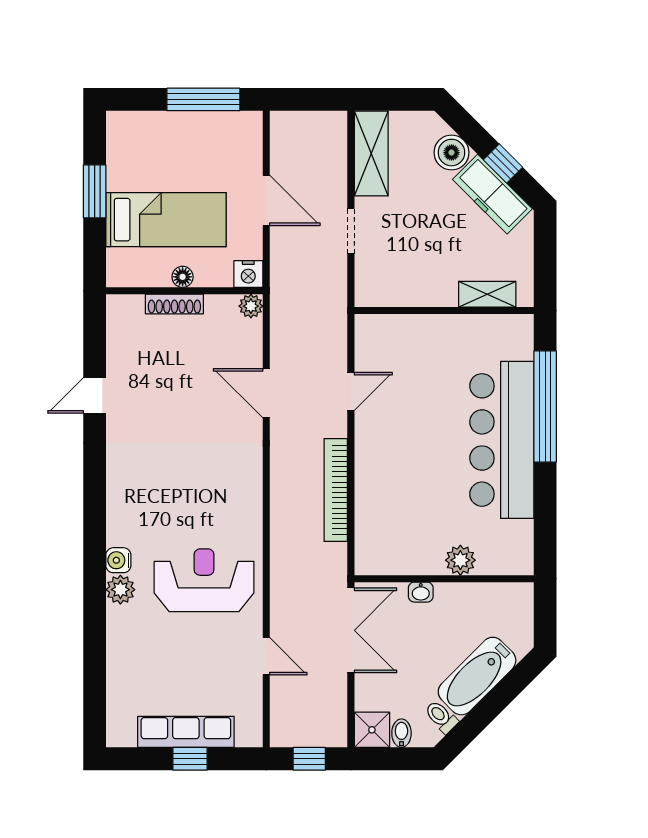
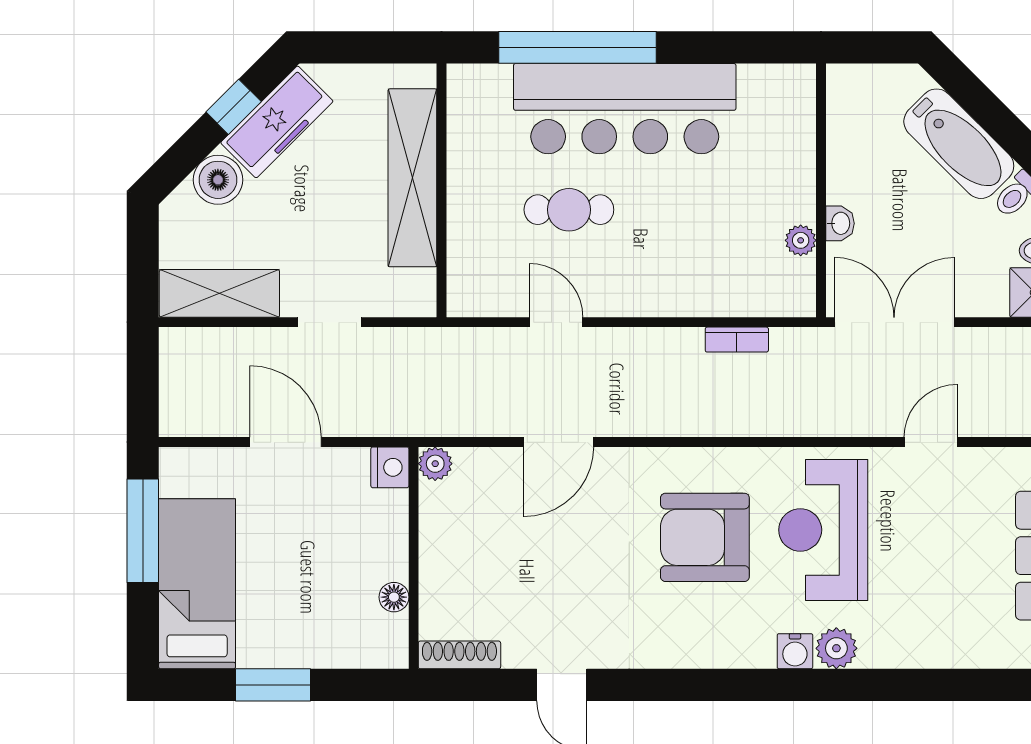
door: (266, 200) -> (286, 442), hinge flipped
bed: (166, 220) -> (197, 584), moved
floor lamp: (183, 277) -> (394, 597), moved
shelving: (487, 294) -> (412, 178), width x2.20, depth x1.33
shoe rack: (174, 304) -> (459, 655), moved, turned -90
cafe table: (430, 401) -> (569, 210), added
bookcase: (336, 490) -> (737, 340), width x0.43, depth x0.76
armchair: (199, 497) -> (705, 537), added
plant: (460, 560) -> (801, 240), moved, width x0.73, depth x0.73

